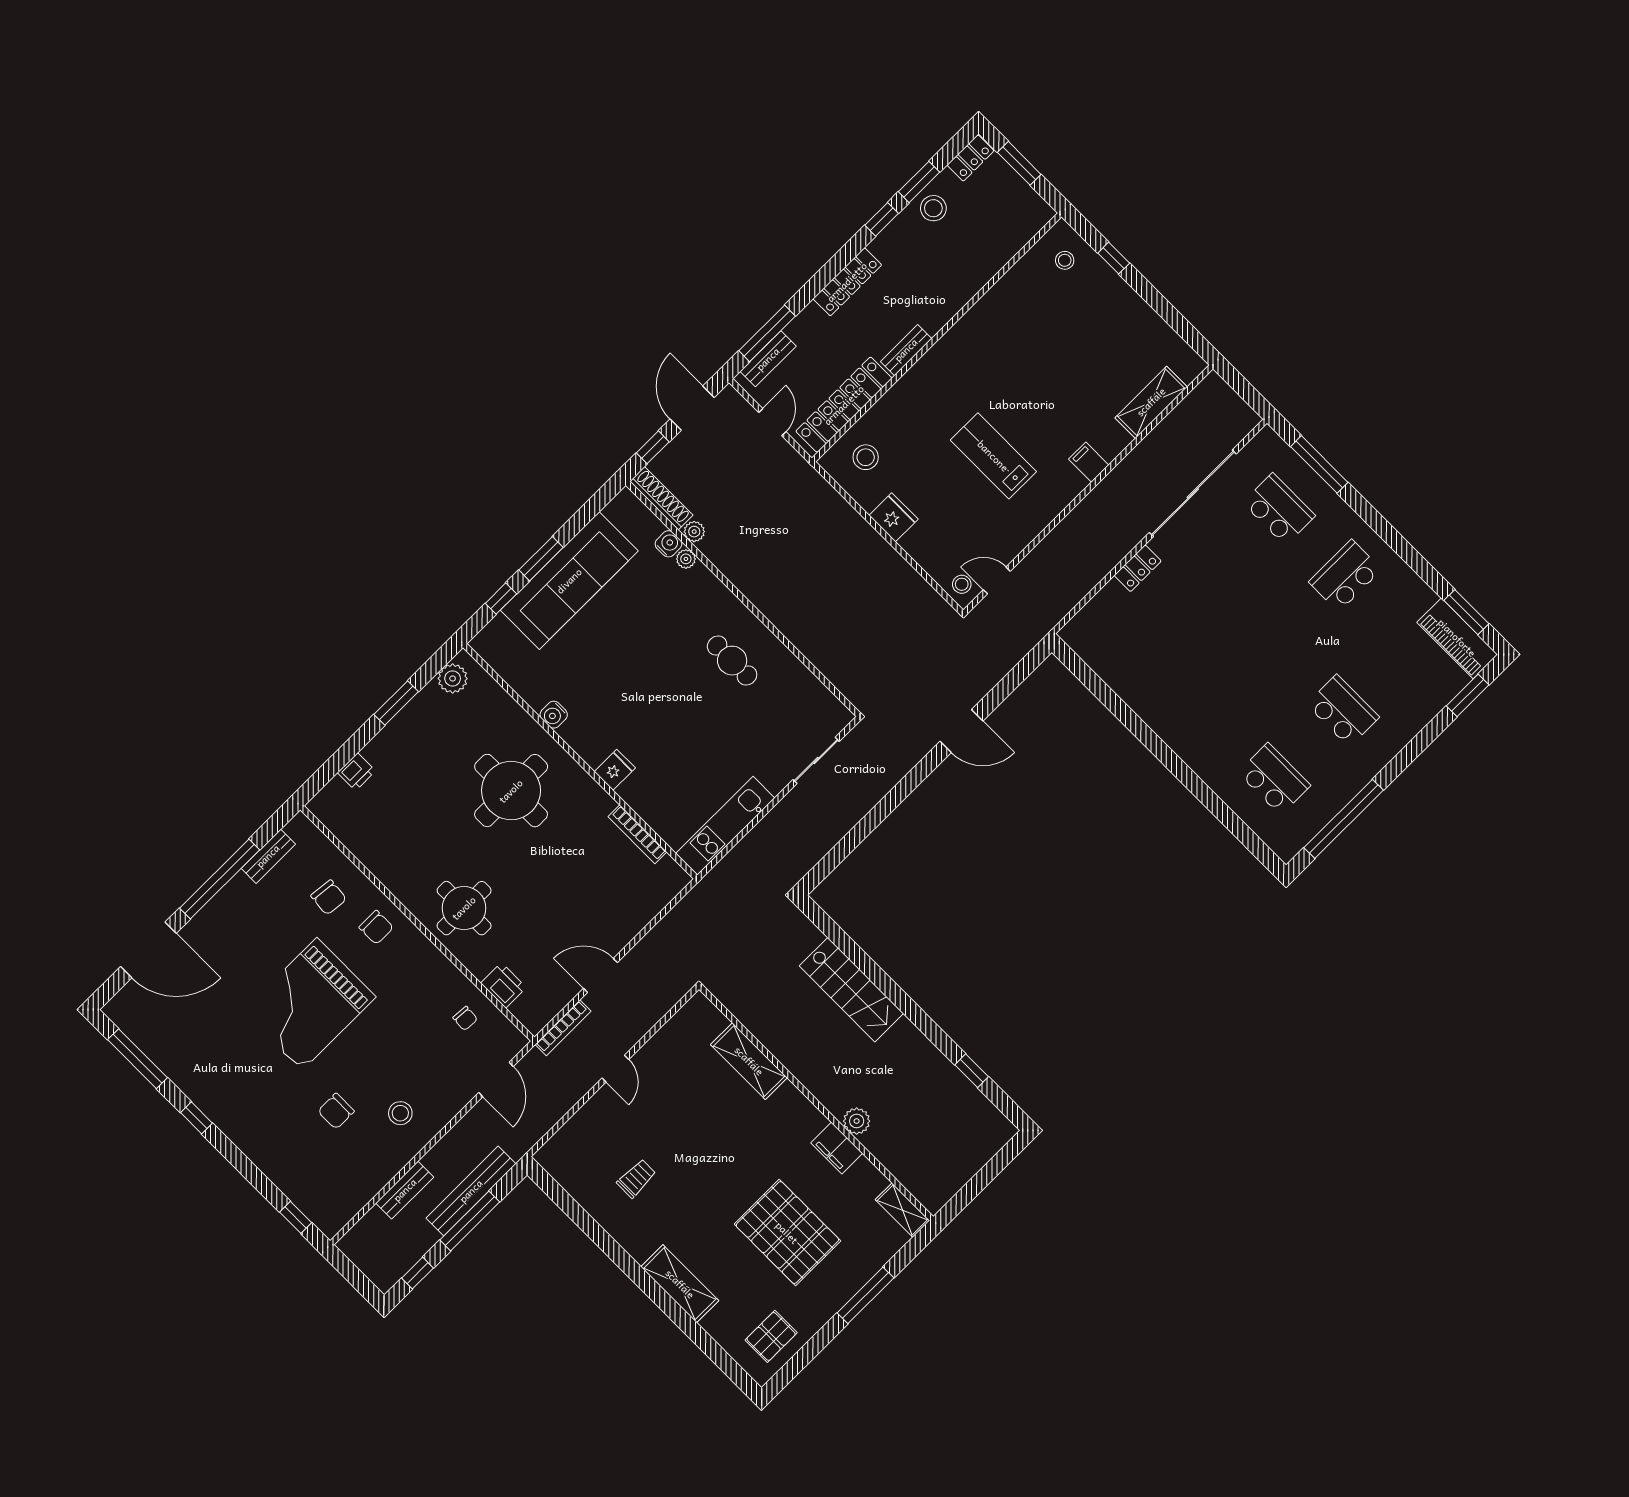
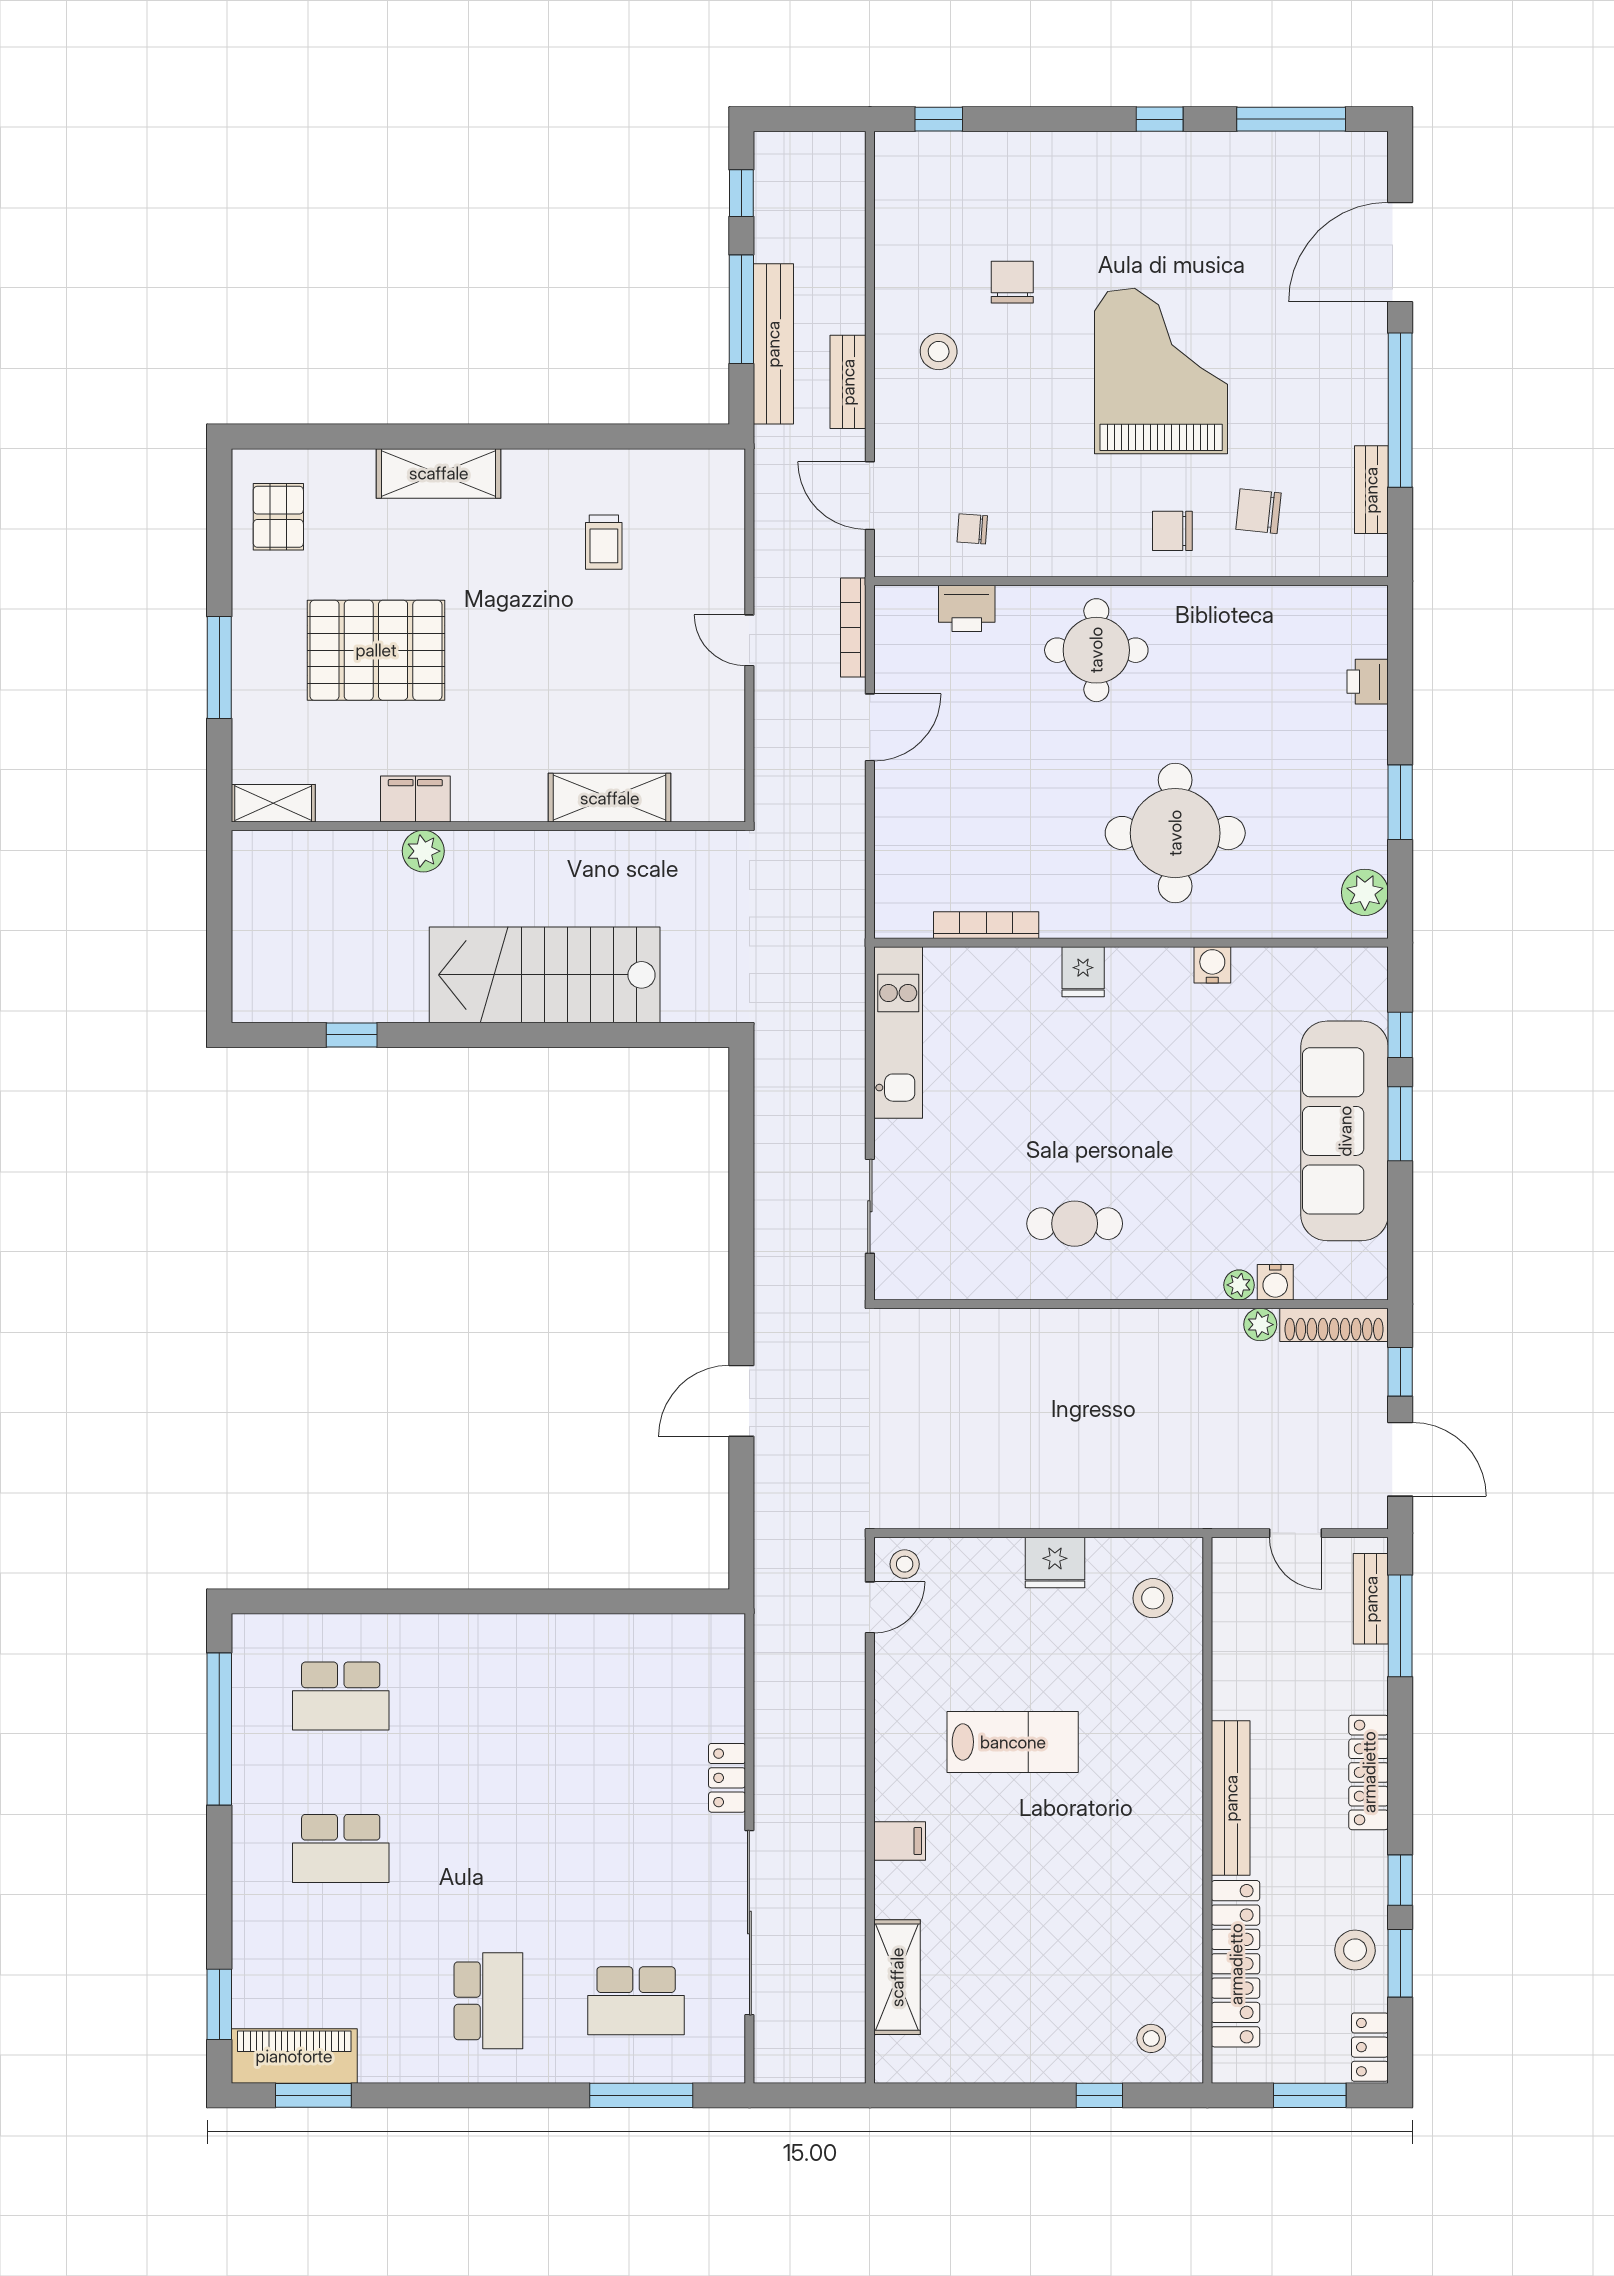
bench: (906, 350) -> (1231, 1798), width x1.86, depth x1.21
locker: (844, 405) -> (1236, 1964), moved
stairs: (851, 990) -> (545, 975), width x1.36, depth x1.51
bench: (405, 1190) -> (848, 382), moved

